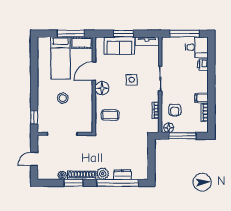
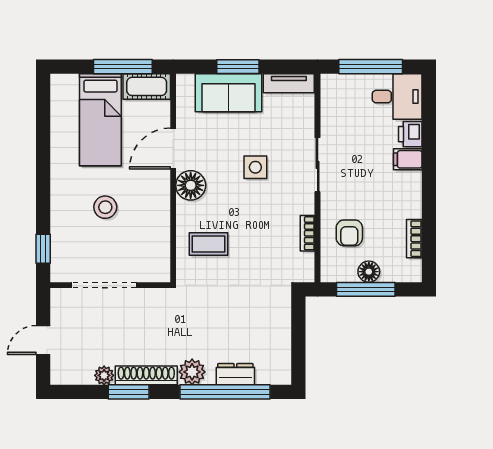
filing cabinet: (202, 98) -> (408, 159), moved
floor lamp: (169, 128) -> (369, 272), moved

